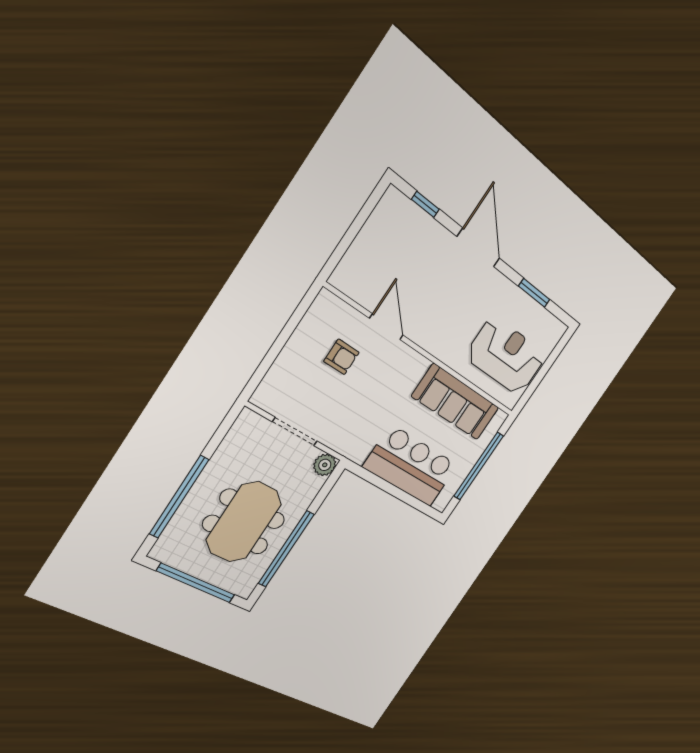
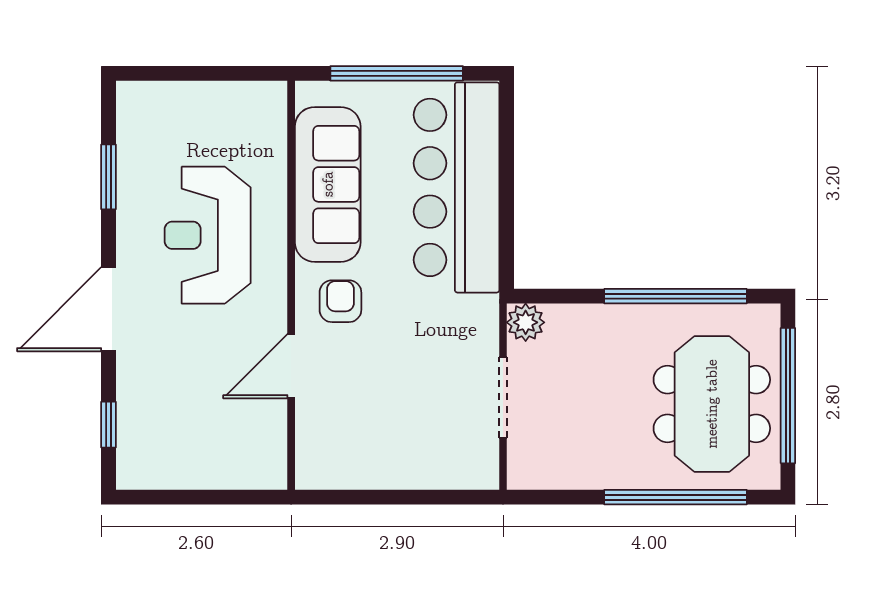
reception desk: (506, 356) -> (208, 235), moved
armchair: (341, 357) -> (340, 301), moved
bar counter: (411, 466) -> (457, 187), width x1.36
meeting table: (244, 522) -> (712, 404), moved, turned 90

